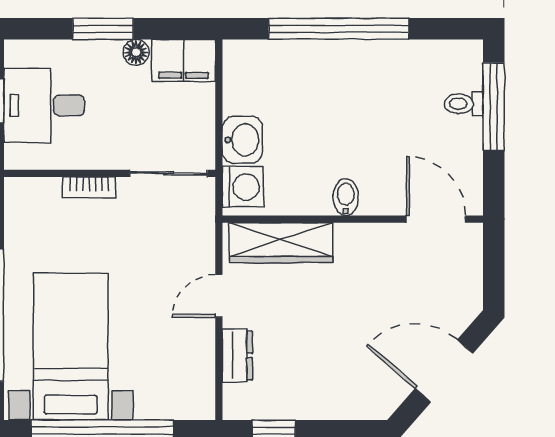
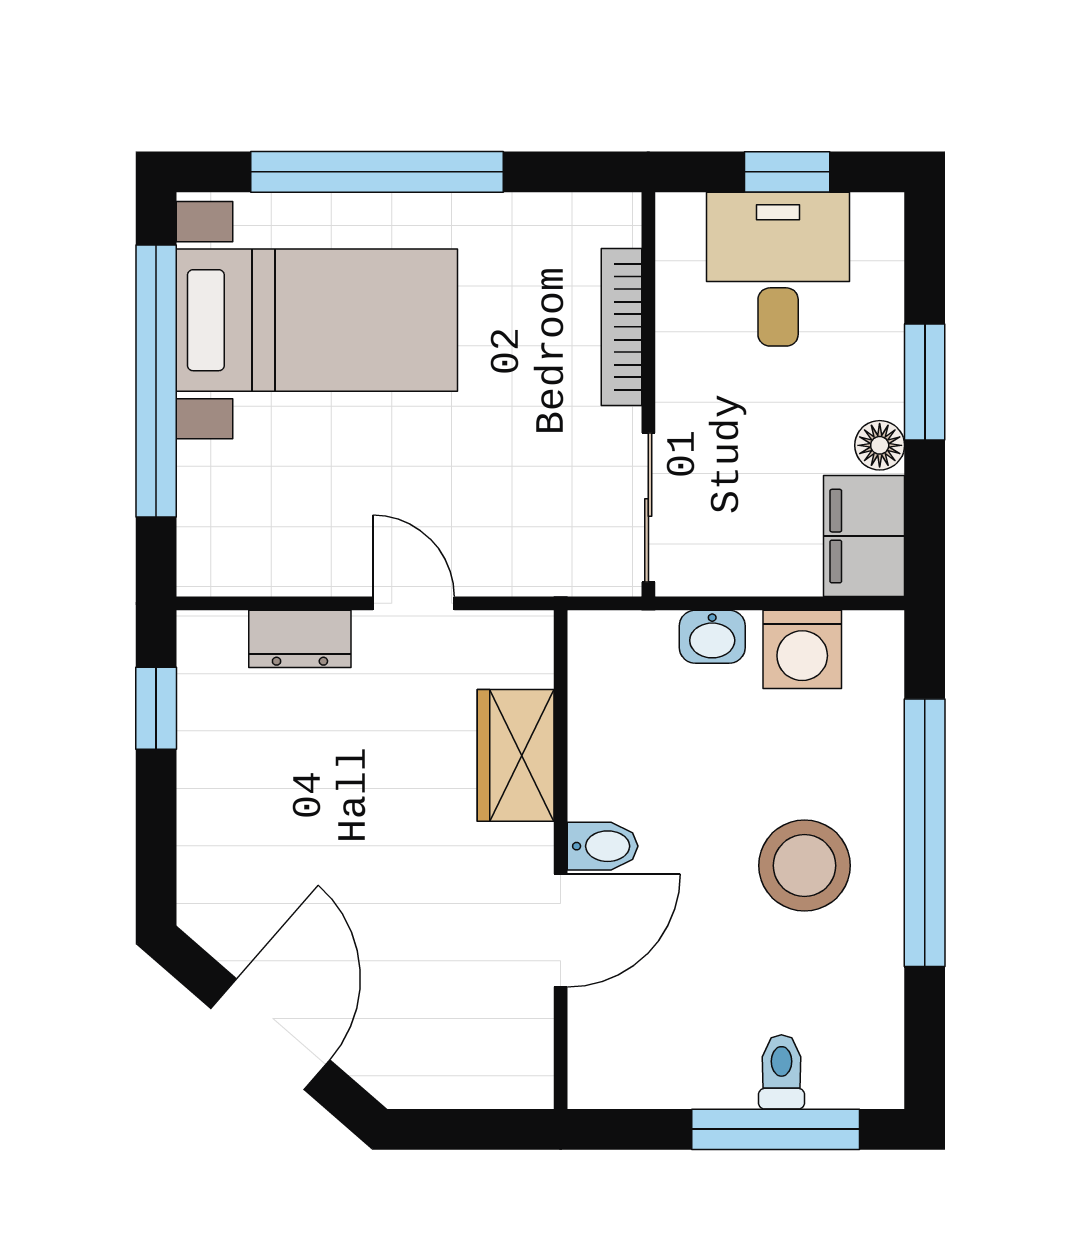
stool: (356, 92) -> (804, 866), added
washbasin: (242, 140) -> (712, 637), width x0.72, depth x0.69
bookcase: (89, 187) -> (621, 327), width x1.56
washing machine: (243, 187) -> (802, 649), moved
door: (436, 219) -> (561, 930), moved
wardrobe: (281, 243) -> (516, 755), width x0.67

